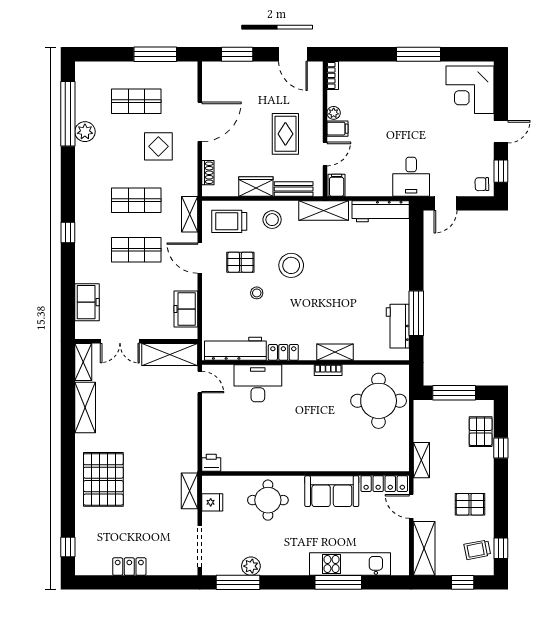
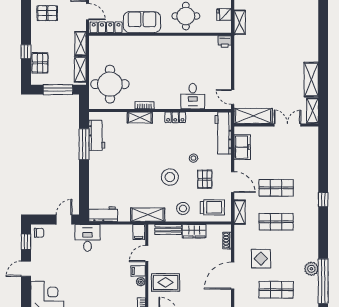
rug: (285, 134) -> (166, 282), moved, turned 90
workbench: (381, 211) -> (103, 214), width x0.73
pallet: (240, 262) -> (205, 179), turned 90
freezer: (87, 302) -> (310, 152), removed
workbench: (235, 349) -> (223, 133), moved, turned 90
desk: (258, 383) -> (193, 96), width x0.73
shelving: (422, 422) -> (80, 69), added
pallet: (103, 479) -> (299, 30), removed

